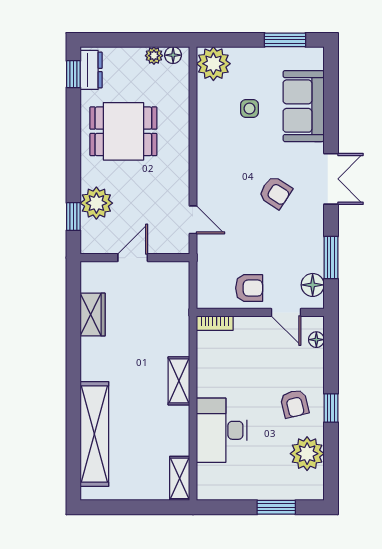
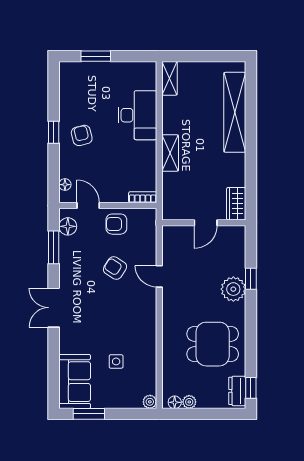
plant: (213, 64) -> (150, 402), width x0.53, depth x0.53
sofa: (304, 106) -> (75, 382), moved
armchair: (275, 192) -> (115, 268), moved
door: (133, 258) -> (206, 223), moved
wall: (135, 258) -> (204, 223), moved
plant: (307, 454) -> (72, 97), removed

